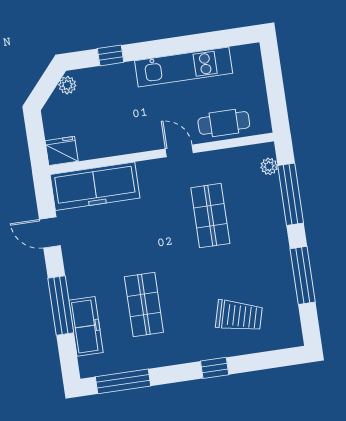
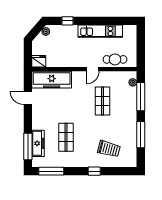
door: (179, 151) -> (93, 69), swing flipped
window: (61, 306) -> (28, 146), moved

